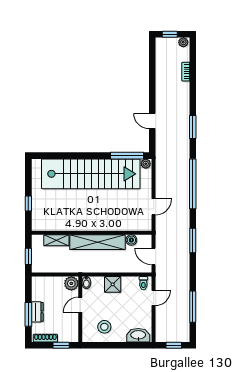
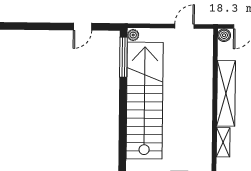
door: (154, 207) -> (185, 26), hinge flipped
boiler: (131, 240) -> (224, 35), moved

